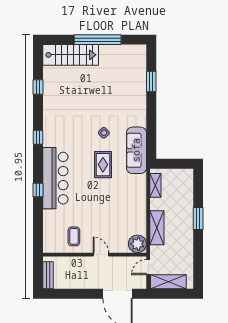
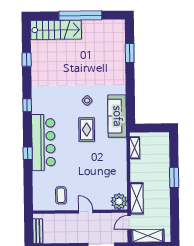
shelving: (157, 228) -> (137, 198), moved

